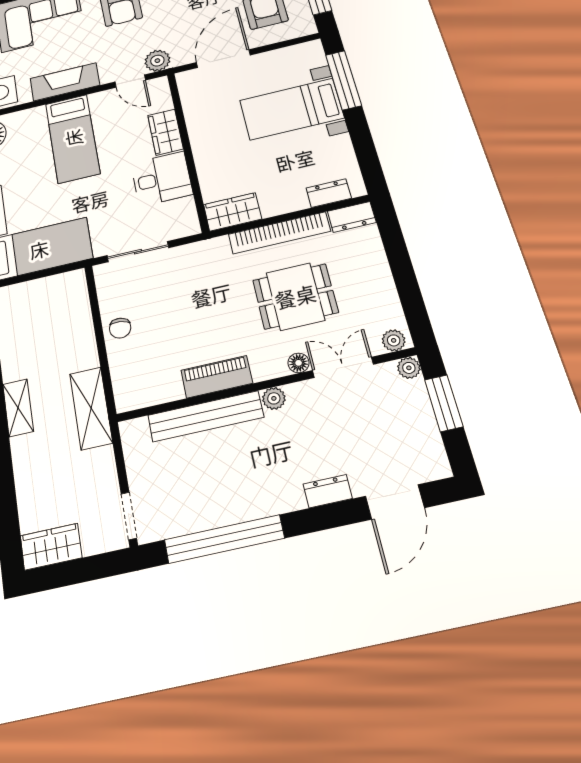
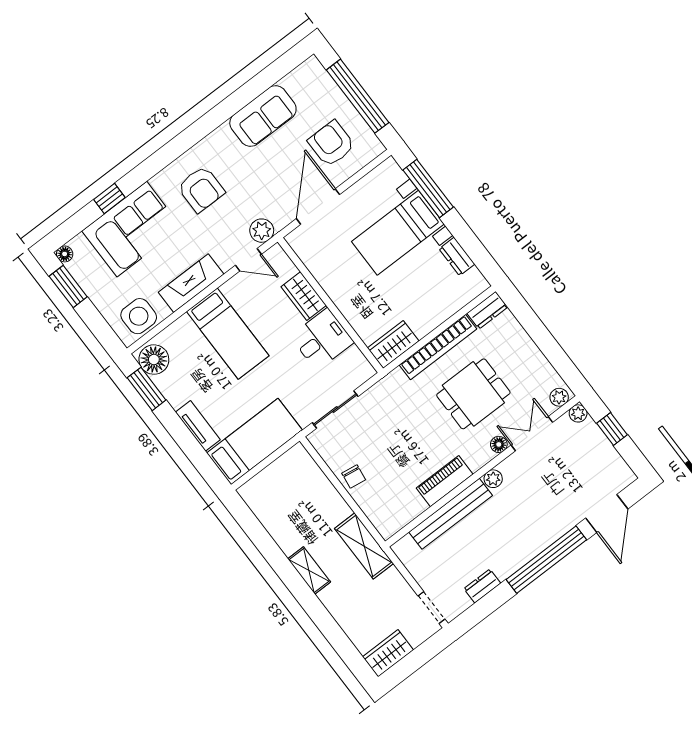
dresser: (329, 193) -> (457, 256), moved, turned -90
window: (444, 403) -> (612, 429), width x0.67
dresser: (328, 491) -> (482, 586), moved
window: (224, 539) -> (546, 560), moved

